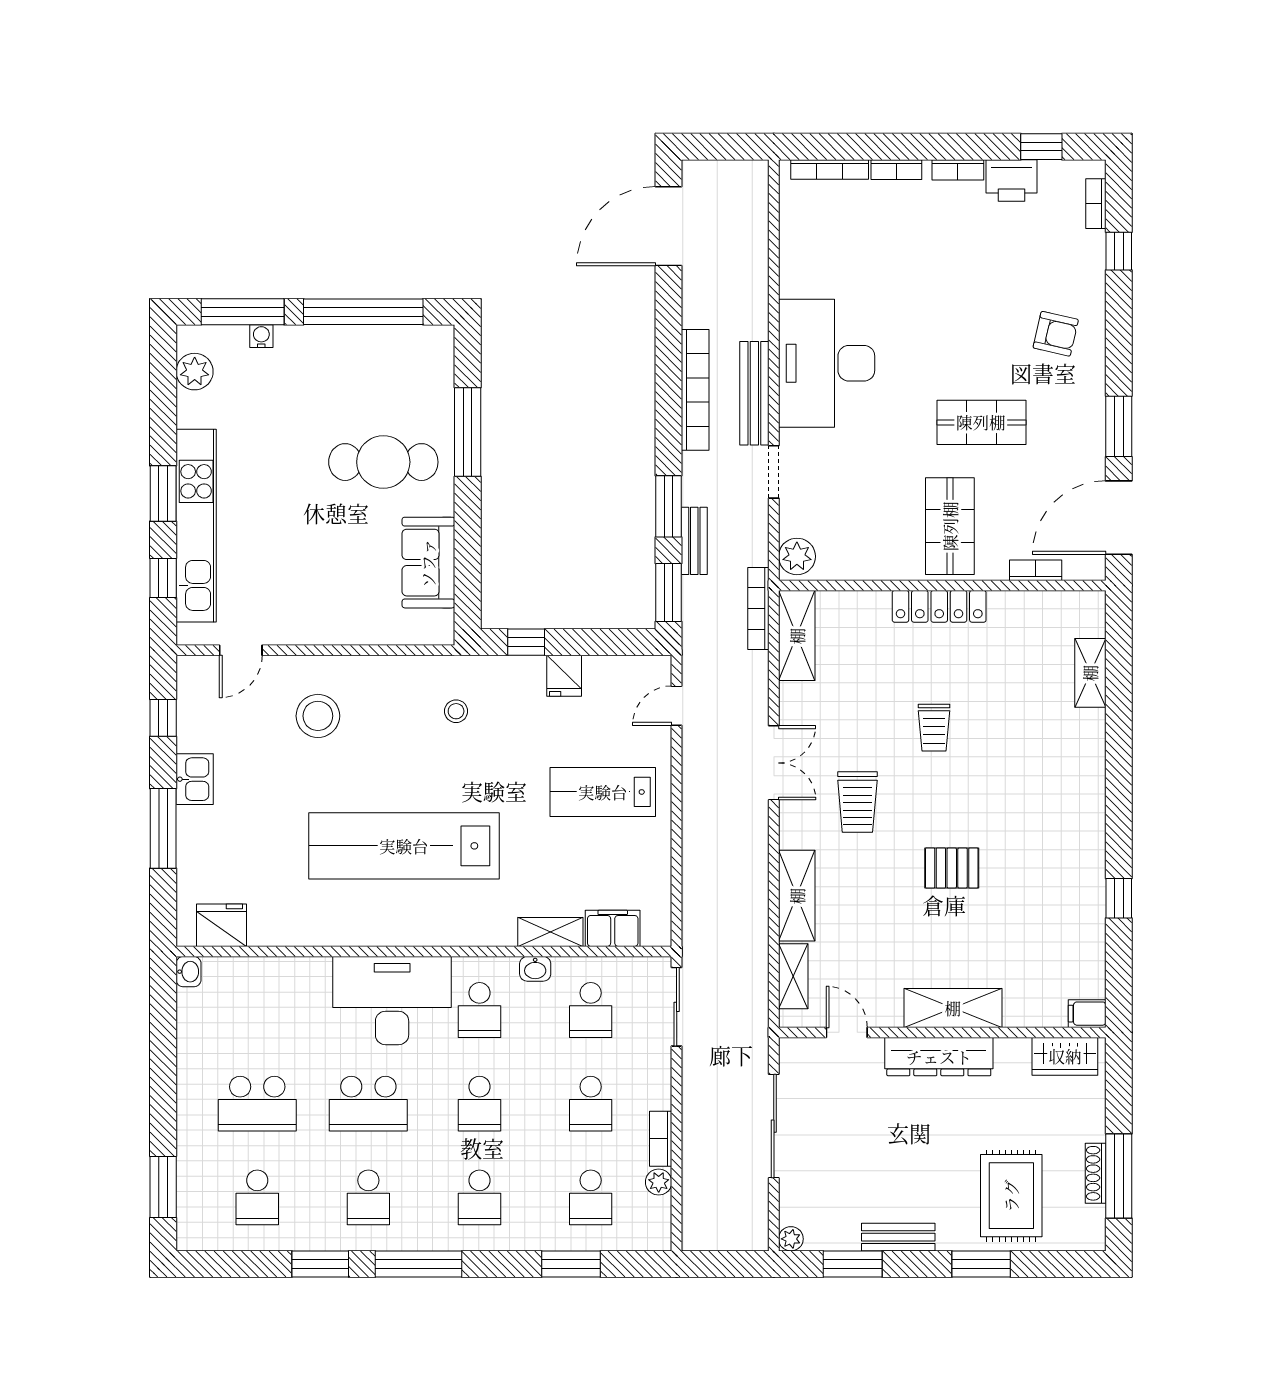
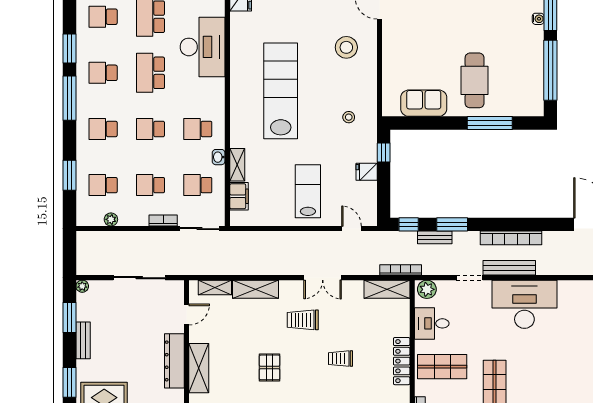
desk: (865, 547) -> (432, 323), added
window: (668, 592) -> (409, 224), width x0.67
desk: (392, 1001) -> (203, 47), moved
bookcase: (661, 1139) -> (163, 220), moved

